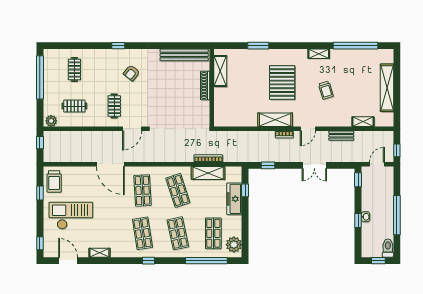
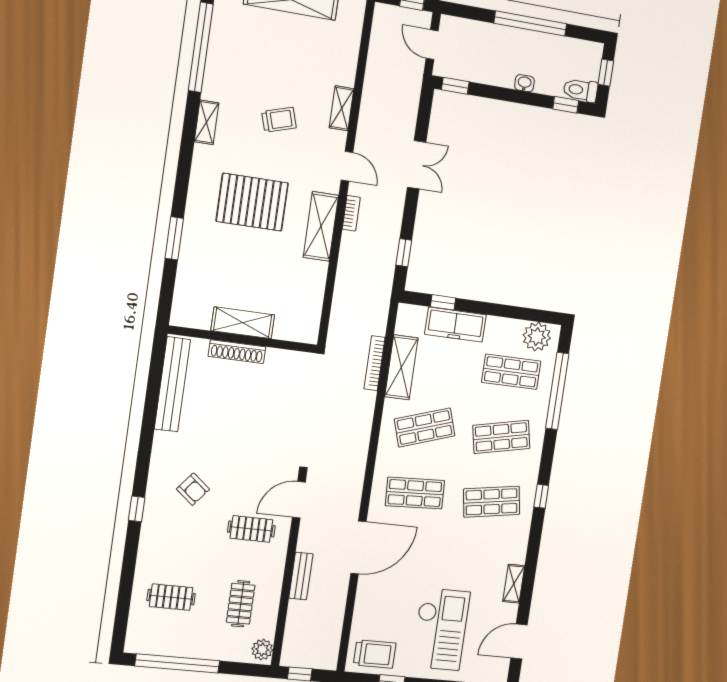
shelving: (220, 71) -> (243, 323), moved
shelving: (363, 122) -> (342, 108), moved
door: (132, 129) -> (299, 500), swing flipped
bench: (341, 136) -> (301, 576), moved
checkout: (71, 216) -> (441, 629), turned 180
window: (358, 220) -> (566, 105), moved
toilet: (388, 248) -> (580, 90), moved

